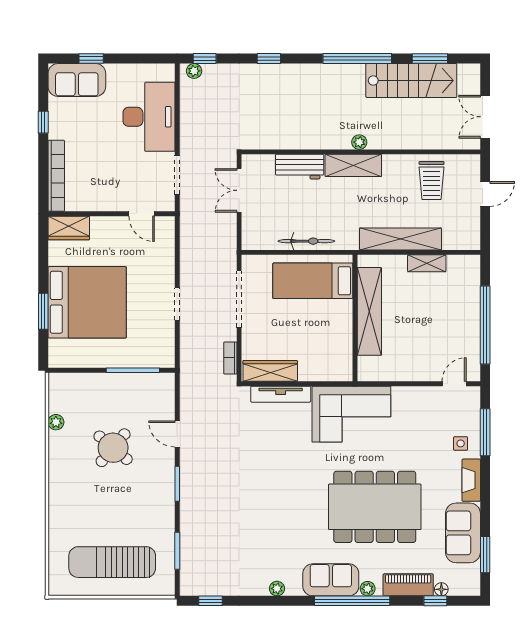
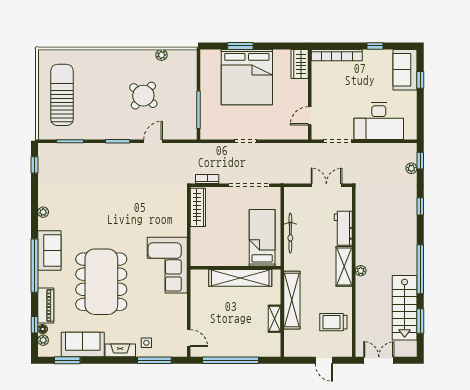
plant: (194, 71) -> (411, 168), moved
tv unit: (281, 394) -> (181, 215), removed
plant: (368, 589) -> (43, 340), moved

